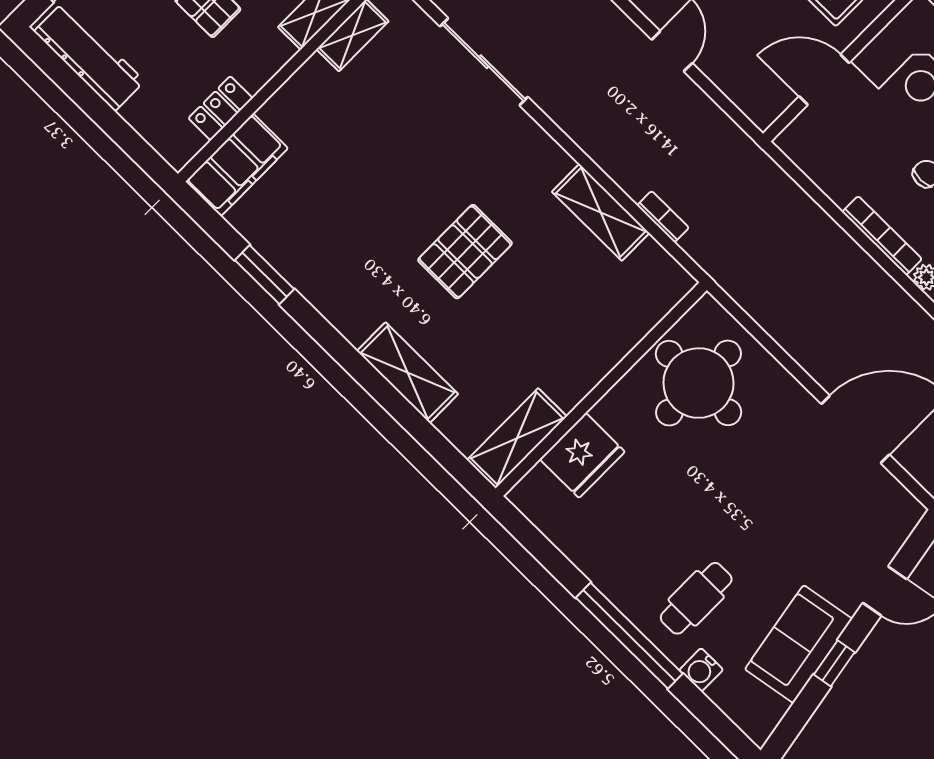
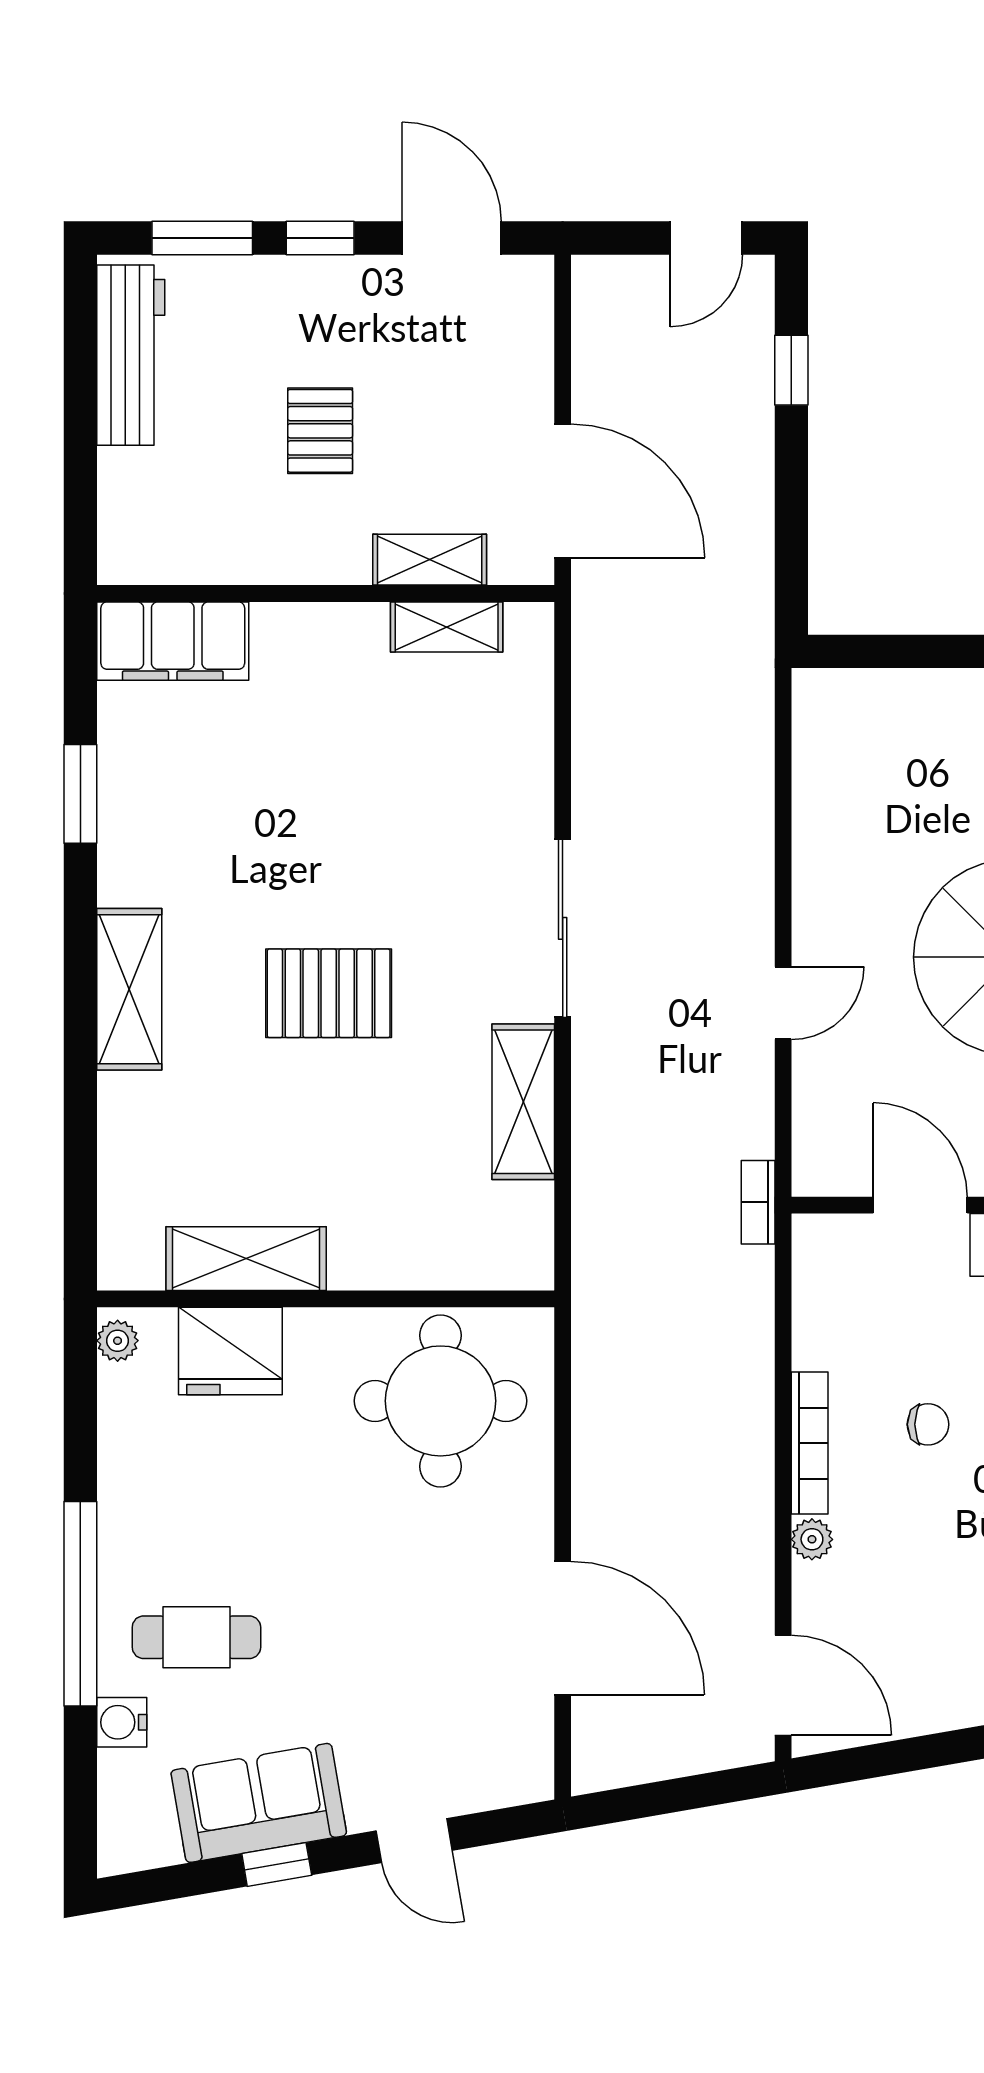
sliding door: (484, 62) -> (563, 928), moved
locker: (221, 108) -> (218, 560), removed
bookcase: (663, 217) -> (758, 1202), moved, turned 180
shelving: (408, 373) -> (129, 989), moved
shelving: (517, 438) -> (246, 1259), moved
plant: (527, 502) -> (118, 1341), added

